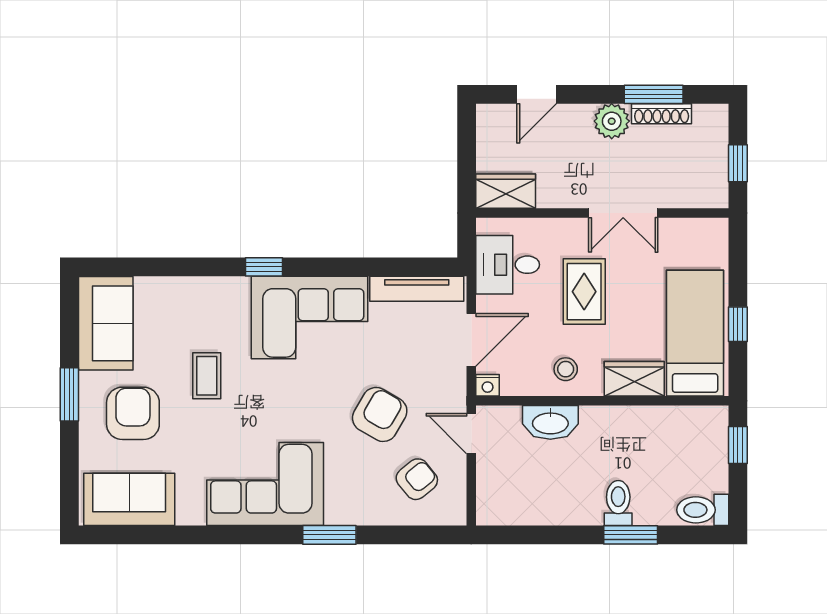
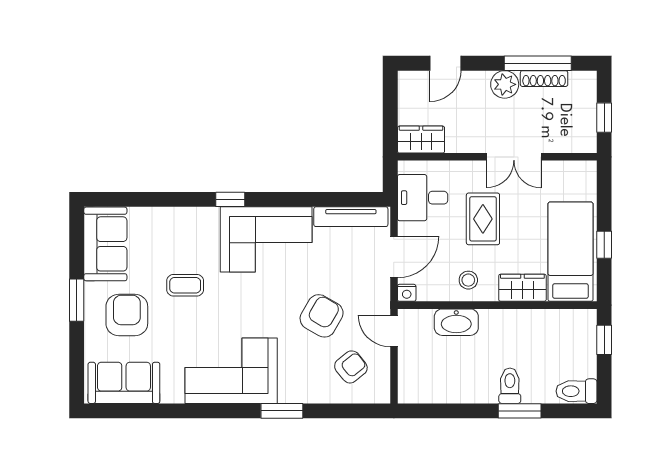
window: (654, 94) -> (538, 63), width x1.44
coffee table: (207, 376) -> (185, 285), turned 90

